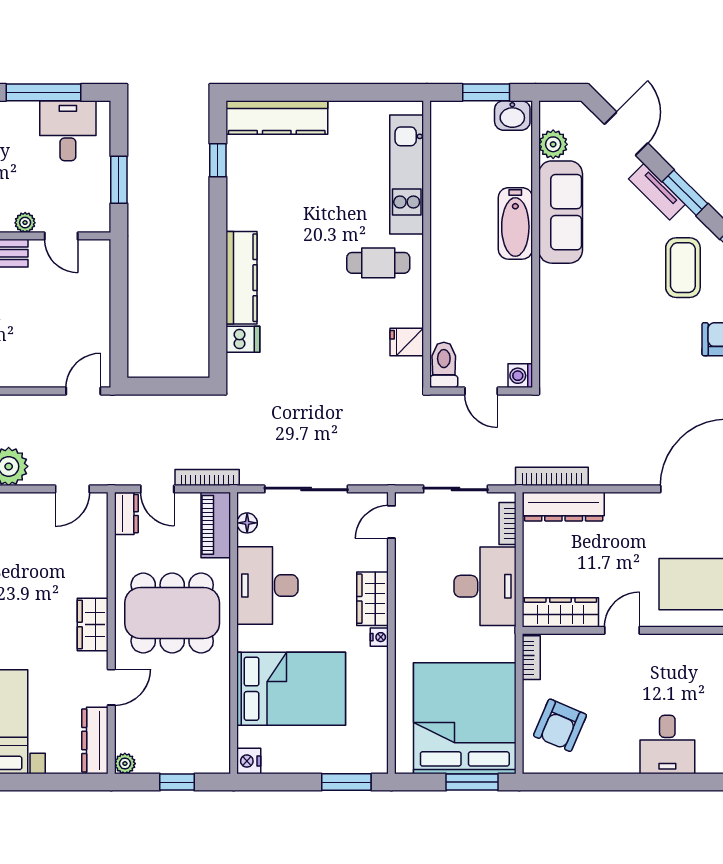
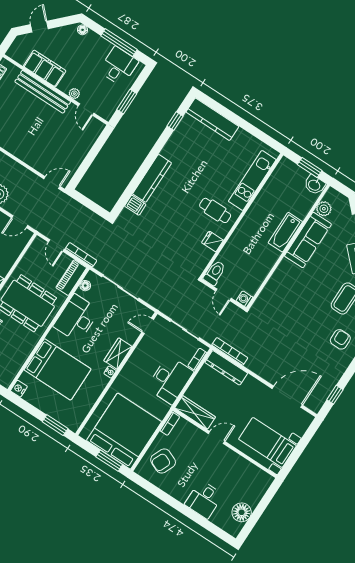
fridge: (407, 342) -> (212, 241), moved
dresser: (126, 514) -> (36, 248), removed

